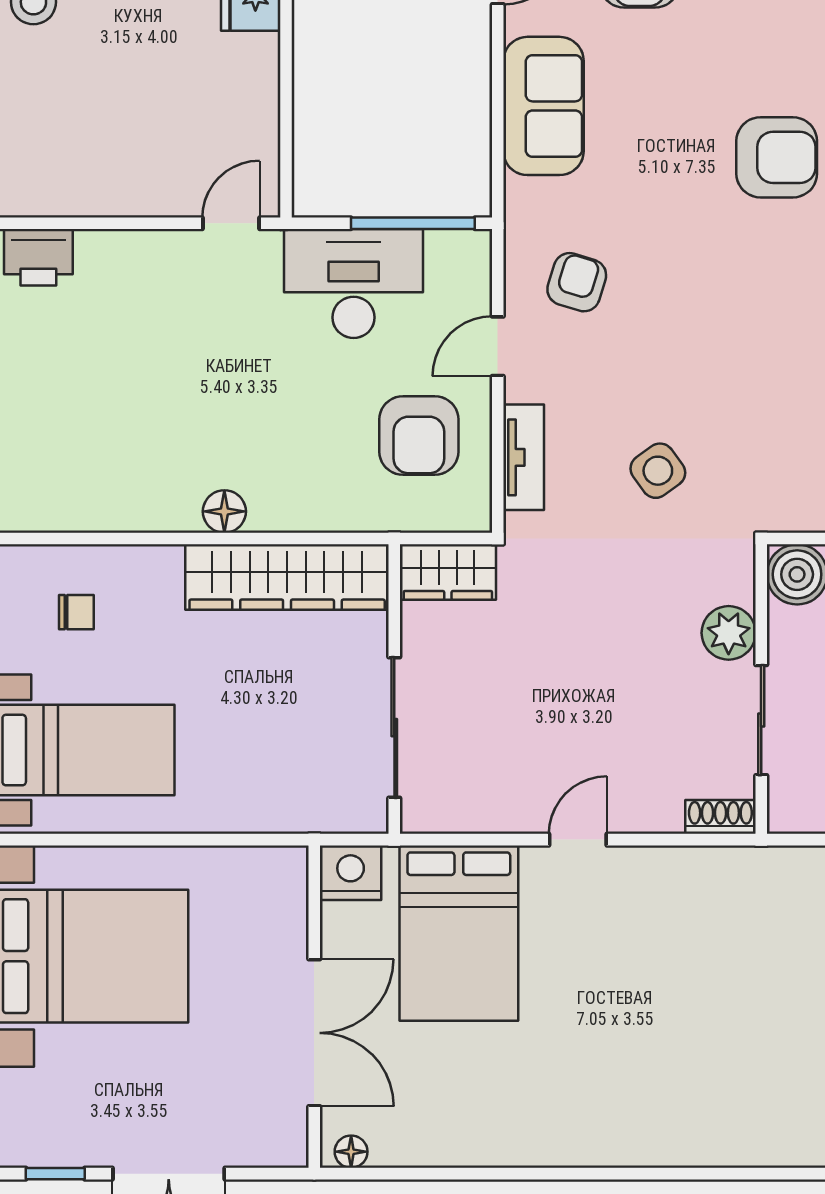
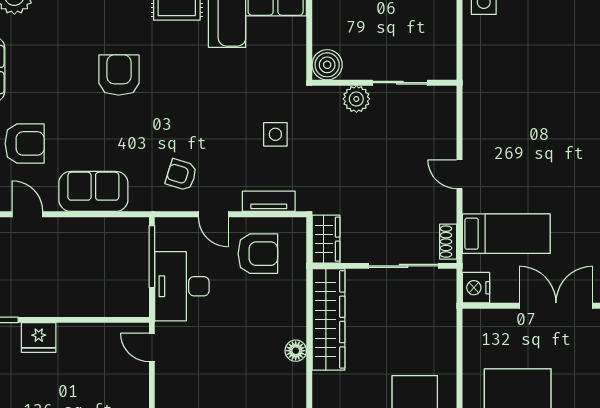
side table: (658, 471) -> (275, 134), turned 36
shoe rack: (720, 817) -> (448, 242), moved
bed: (459, 933) -> (506, 234), width x0.67

